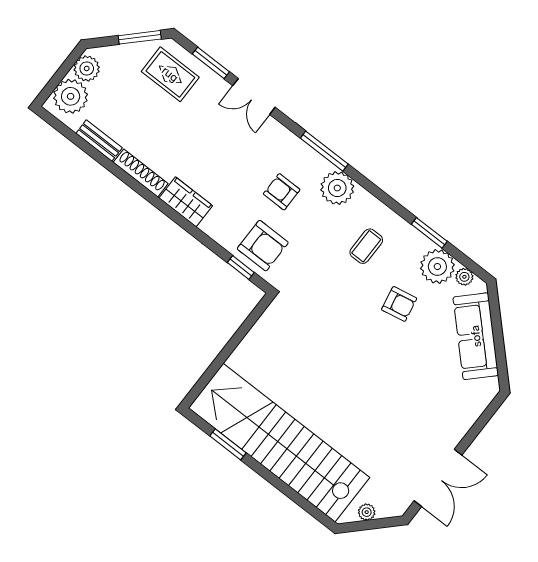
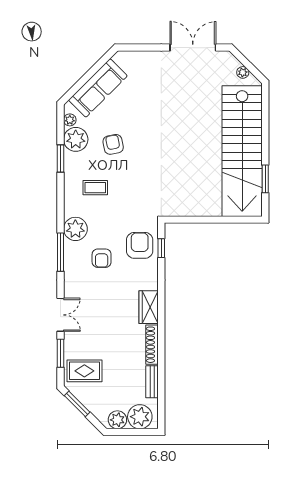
rug: (170, 74) -> (84, 371), turned 90

